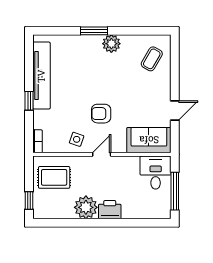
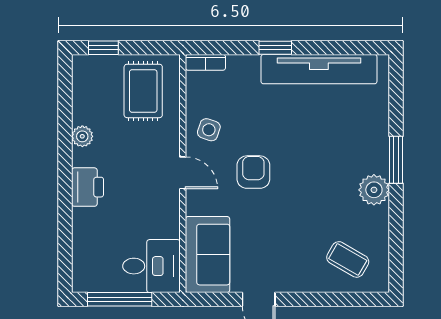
plant: (86, 207) -> (82, 136), width x0.53, depth x0.53

